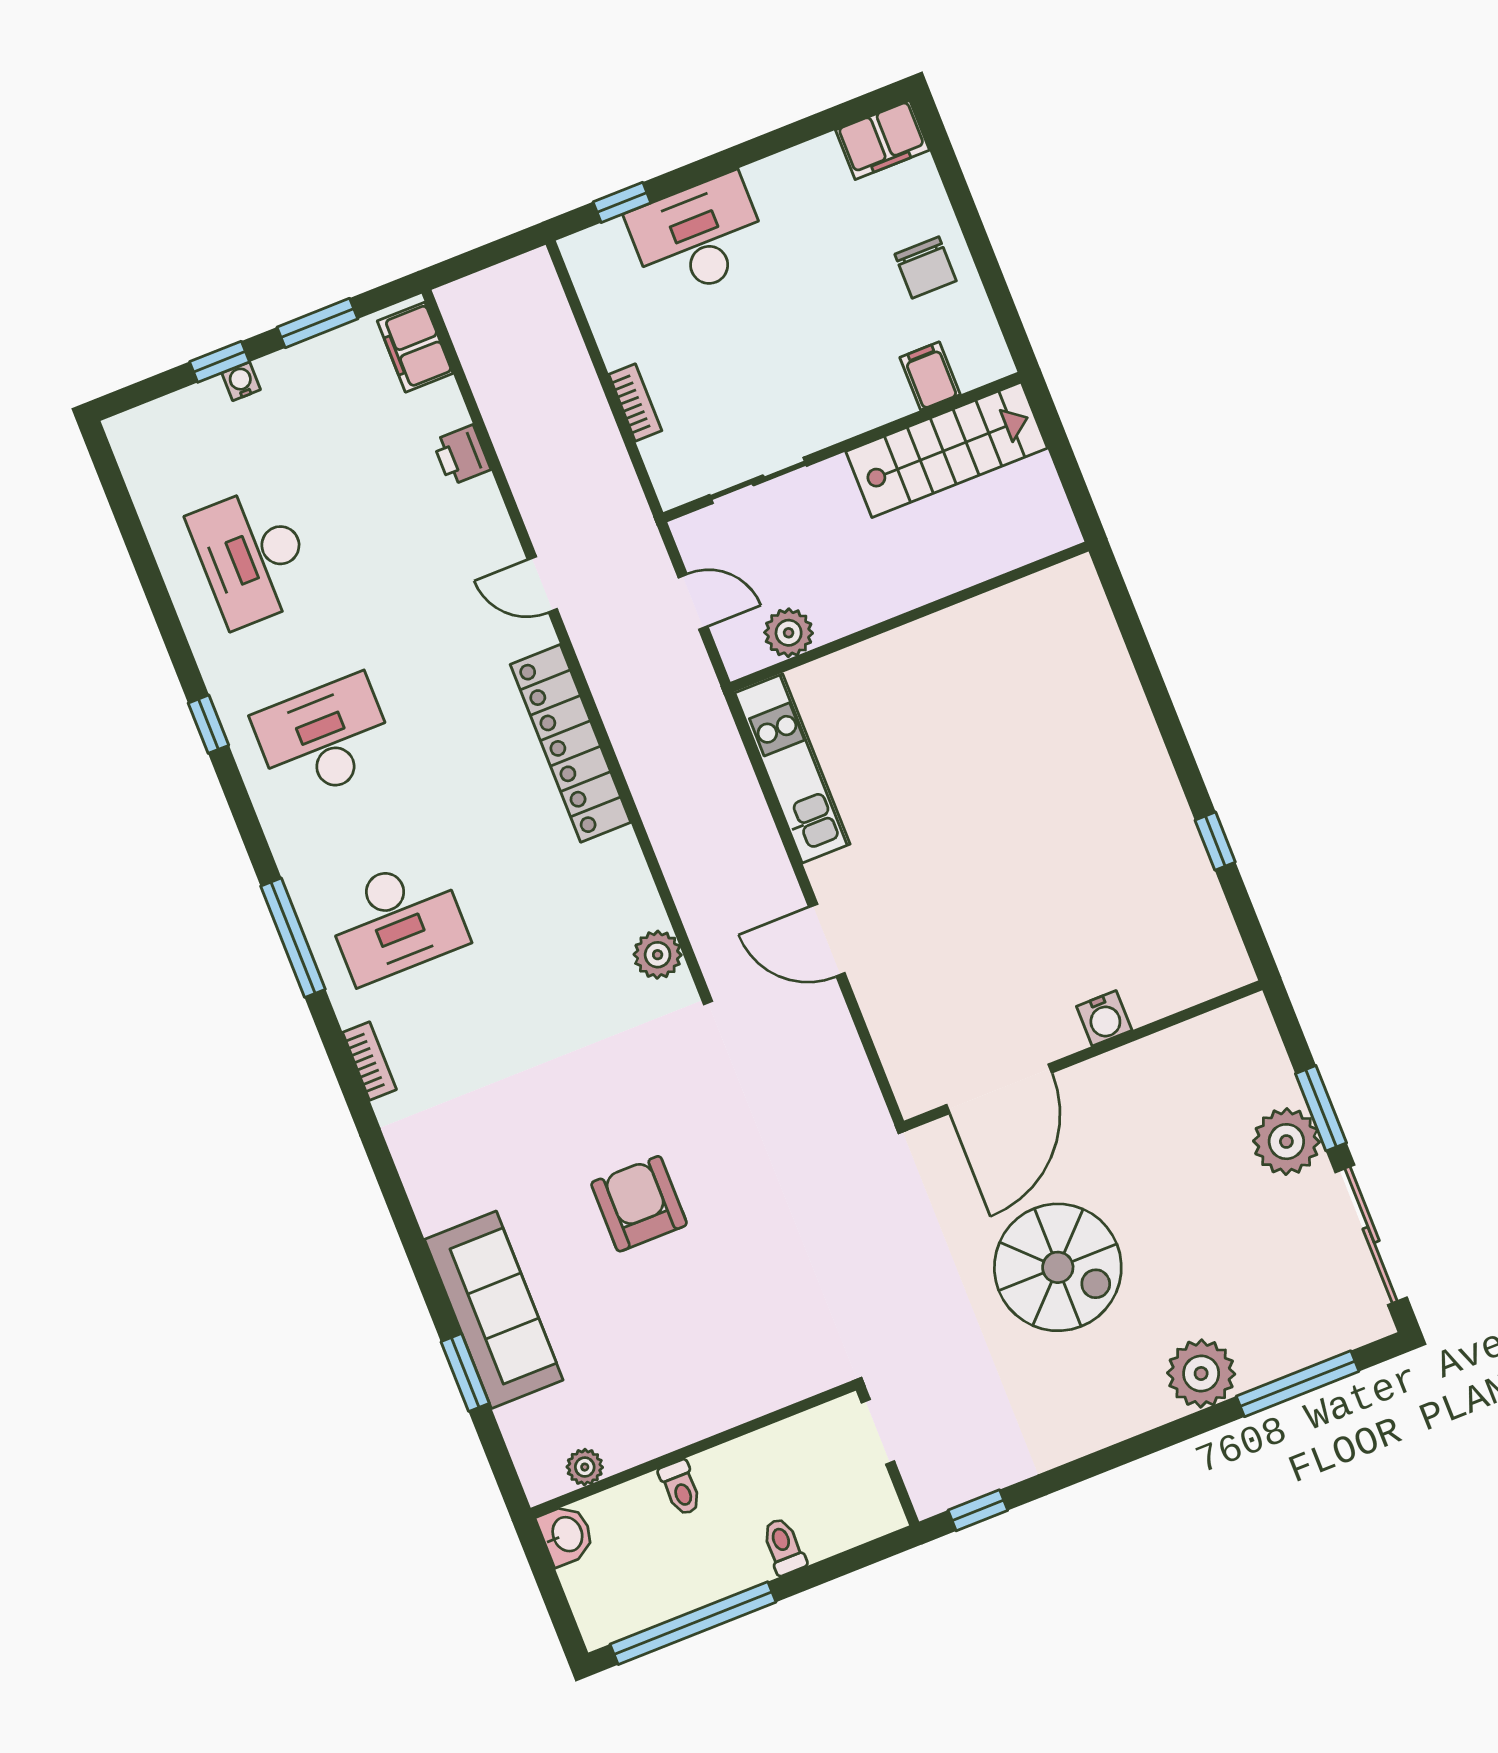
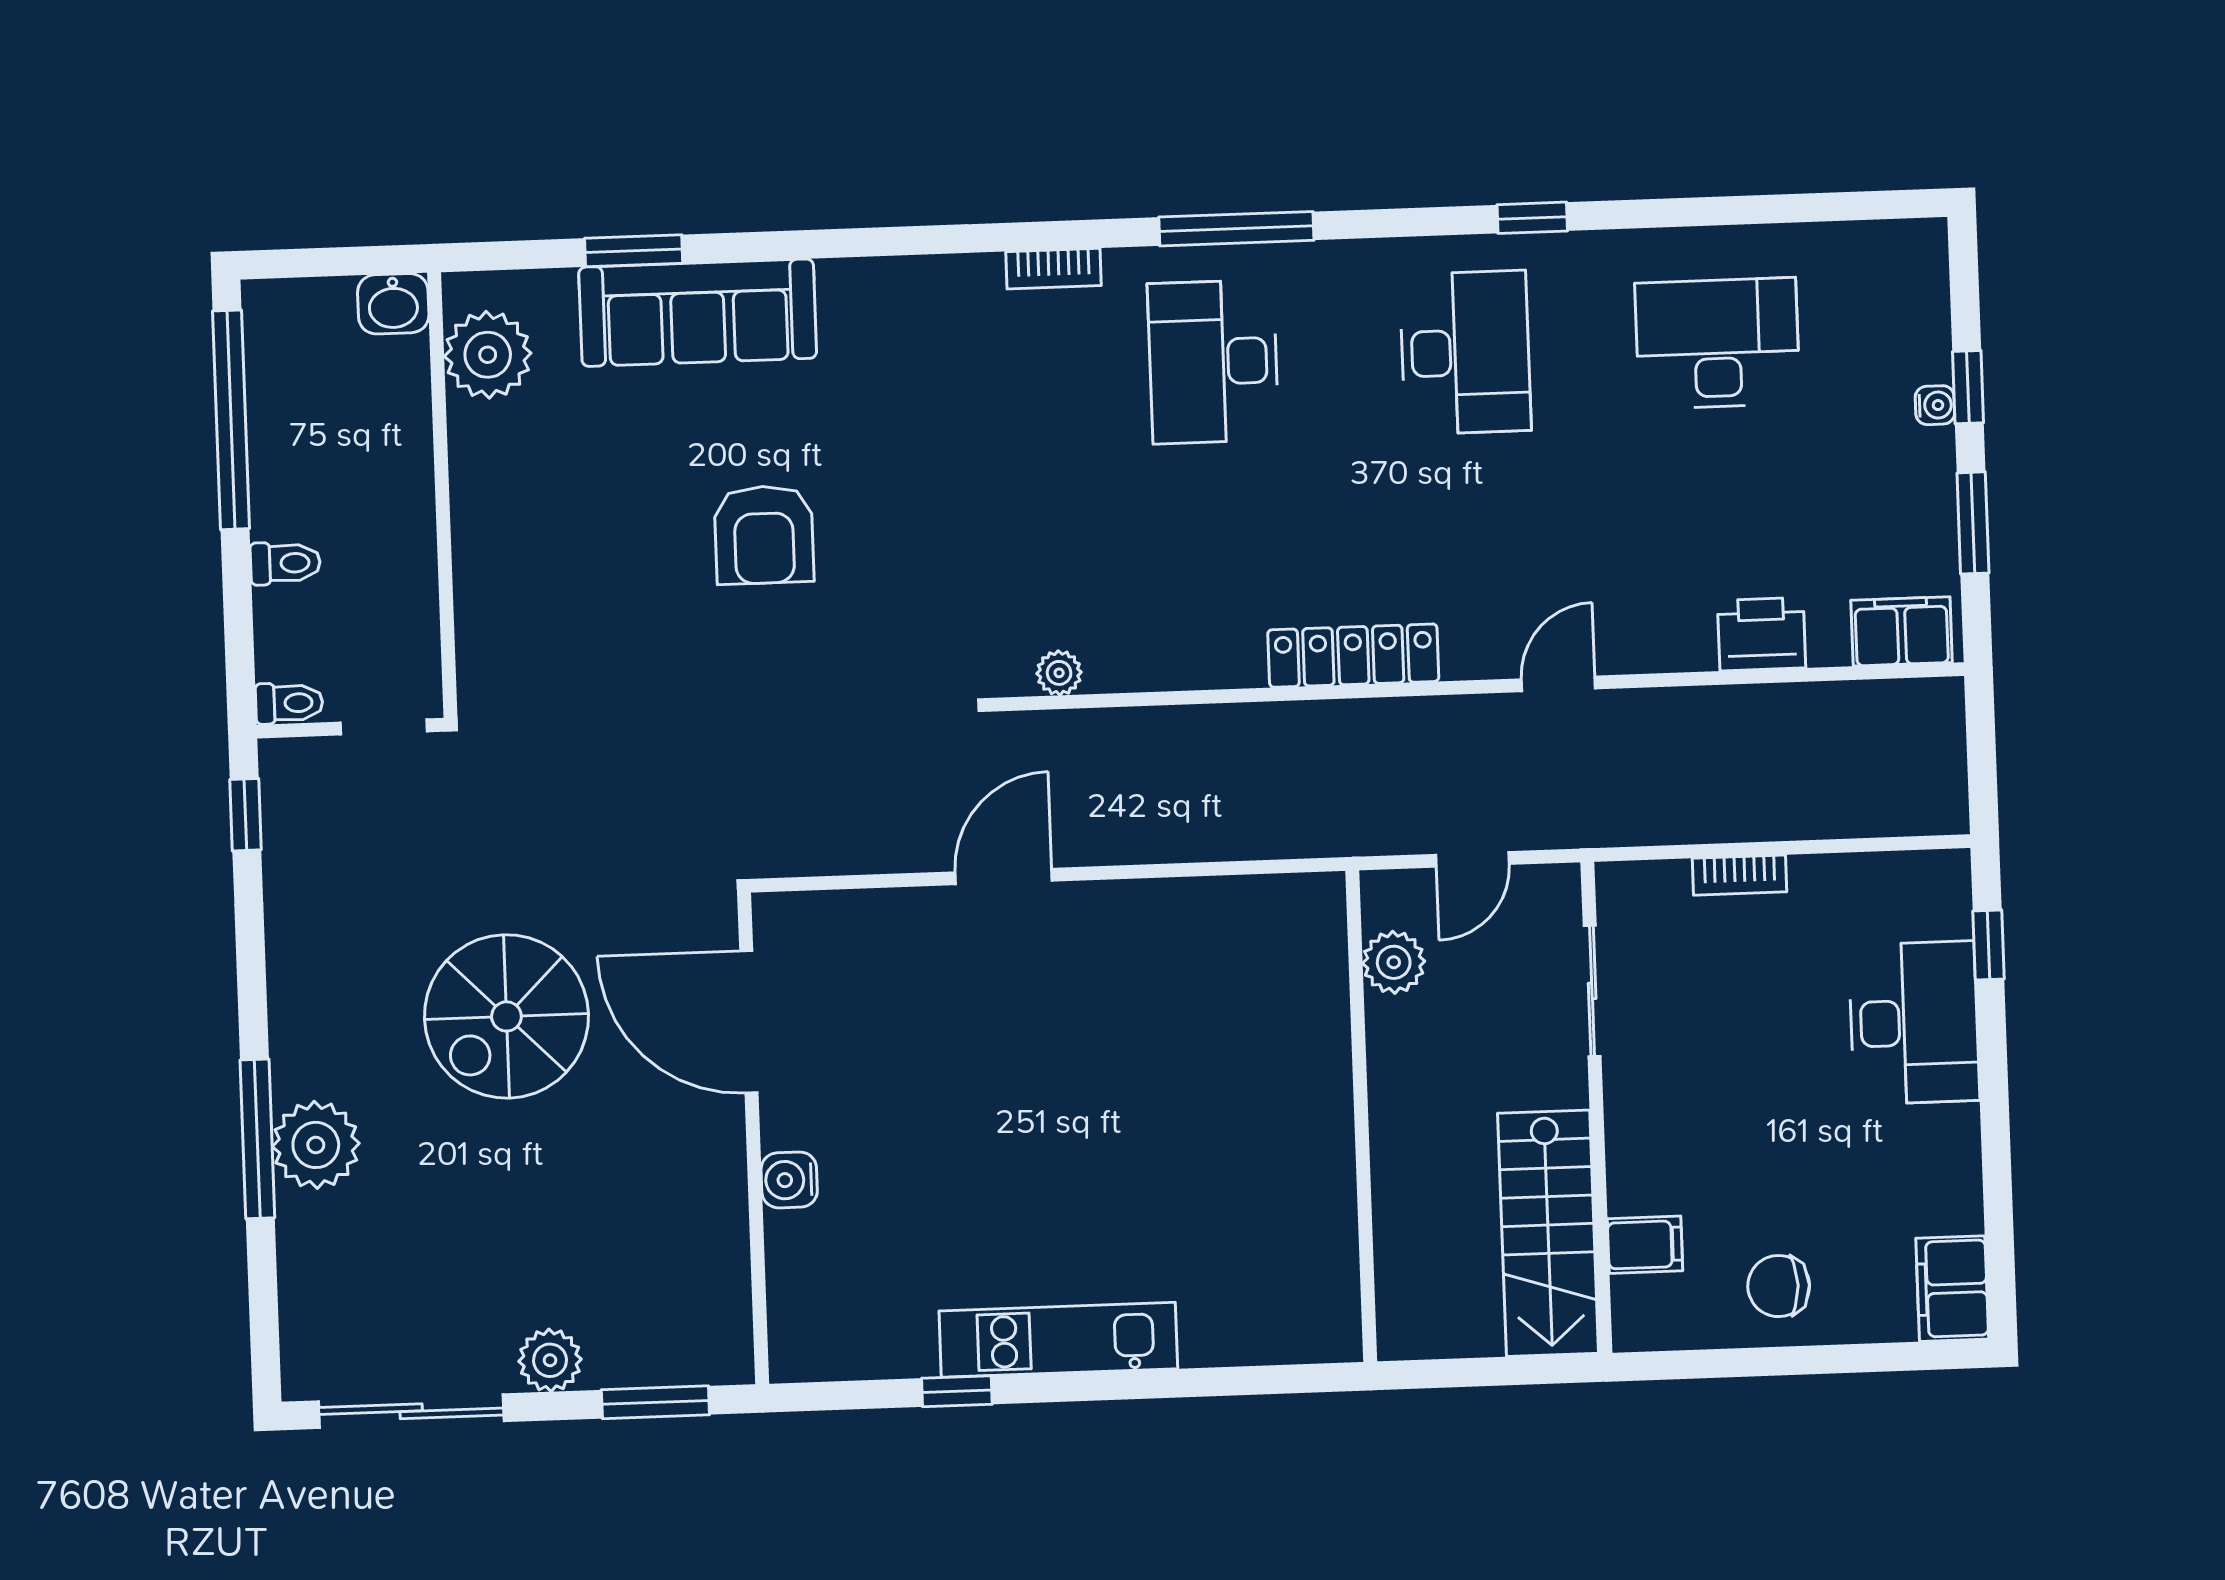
printer: (462, 455) -> (1762, 634), width x1.36, depth x1.24
locker: (570, 743) -> (1353, 656), width x0.71, depth x0.83
kitchen unit: (792, 769) -> (1058, 1340), moved, turned 180
plant: (658, 955) -> (1059, 673), width x0.73, depth x0.73
window: (1321, 1108) -> (655, 1402), moved
plant: (1286, 1142) -> (550, 1360), width x0.73, depth x0.73
armchair: (639, 1204) -> (764, 535), turned 90
window: (1298, 1384) -> (257, 1139), moved
plant: (585, 1467) -> (488, 355), width x1.87, depth x1.87
toilet: (681, 1488) -> (289, 703), moved, turned 180

